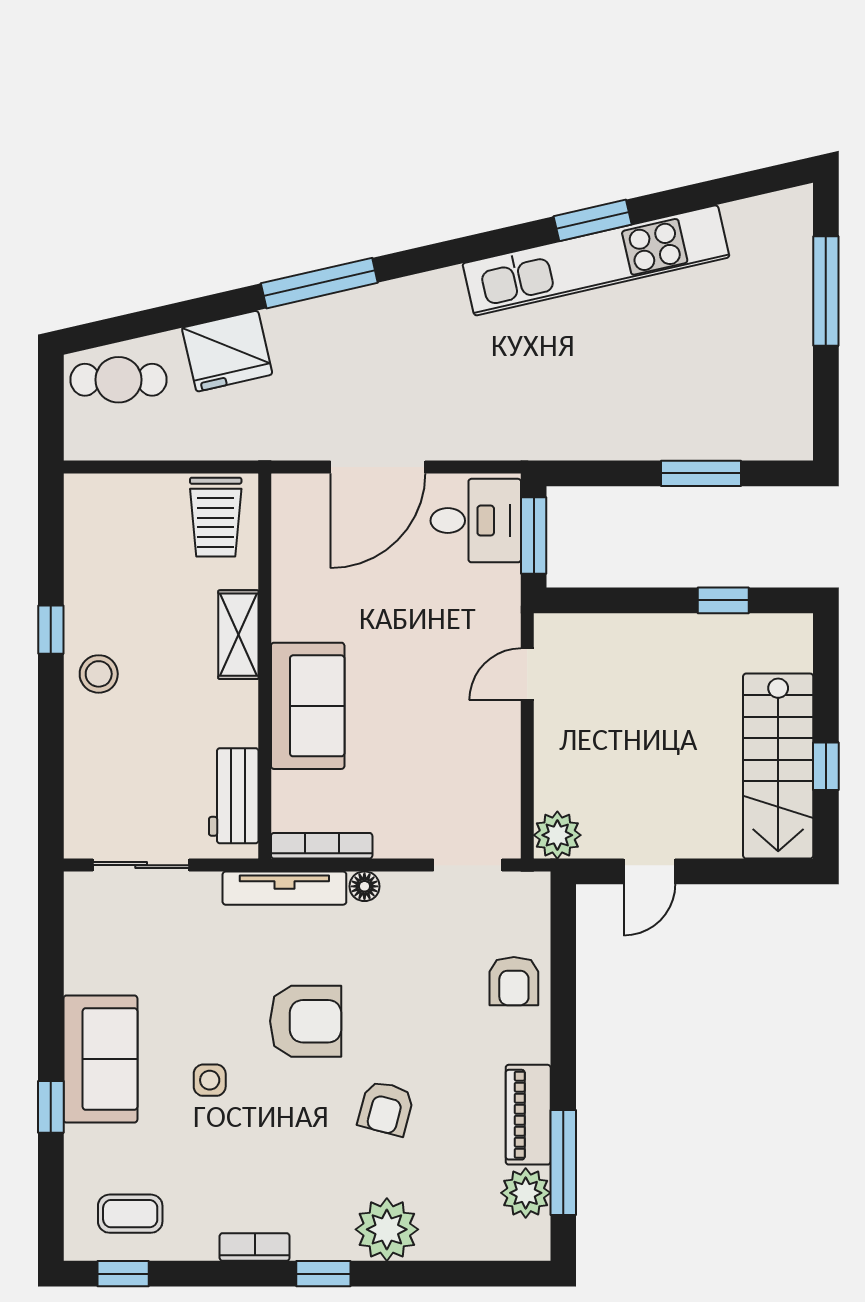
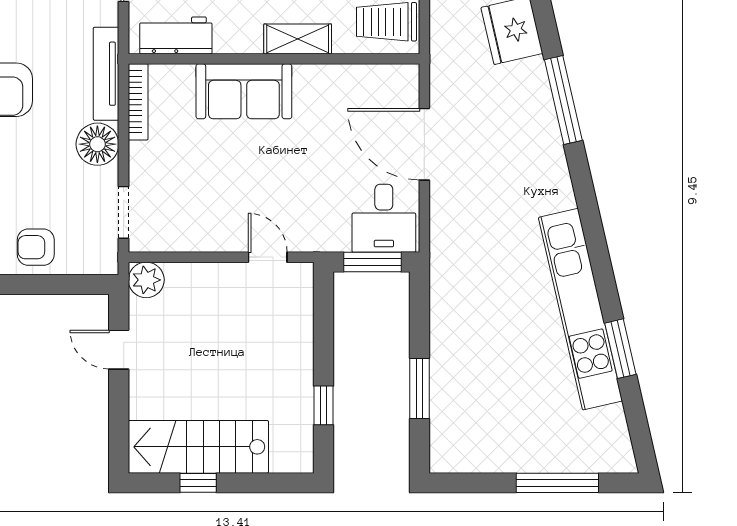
window: (593, 220) -> (620, 349), moved
floor lamp: (364, 886) -> (97, 144), width x1.89, depth x1.89

